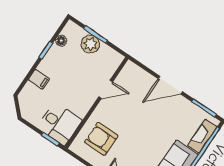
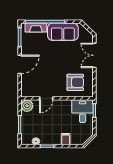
plant: (90, 44) -> (27, 106), moved
door: (170, 85) -> (20, 64), hinge flipped
door: (106, 89) -> (46, 98), swing flipped
armchair: (101, 139) -> (75, 82), turned -90

